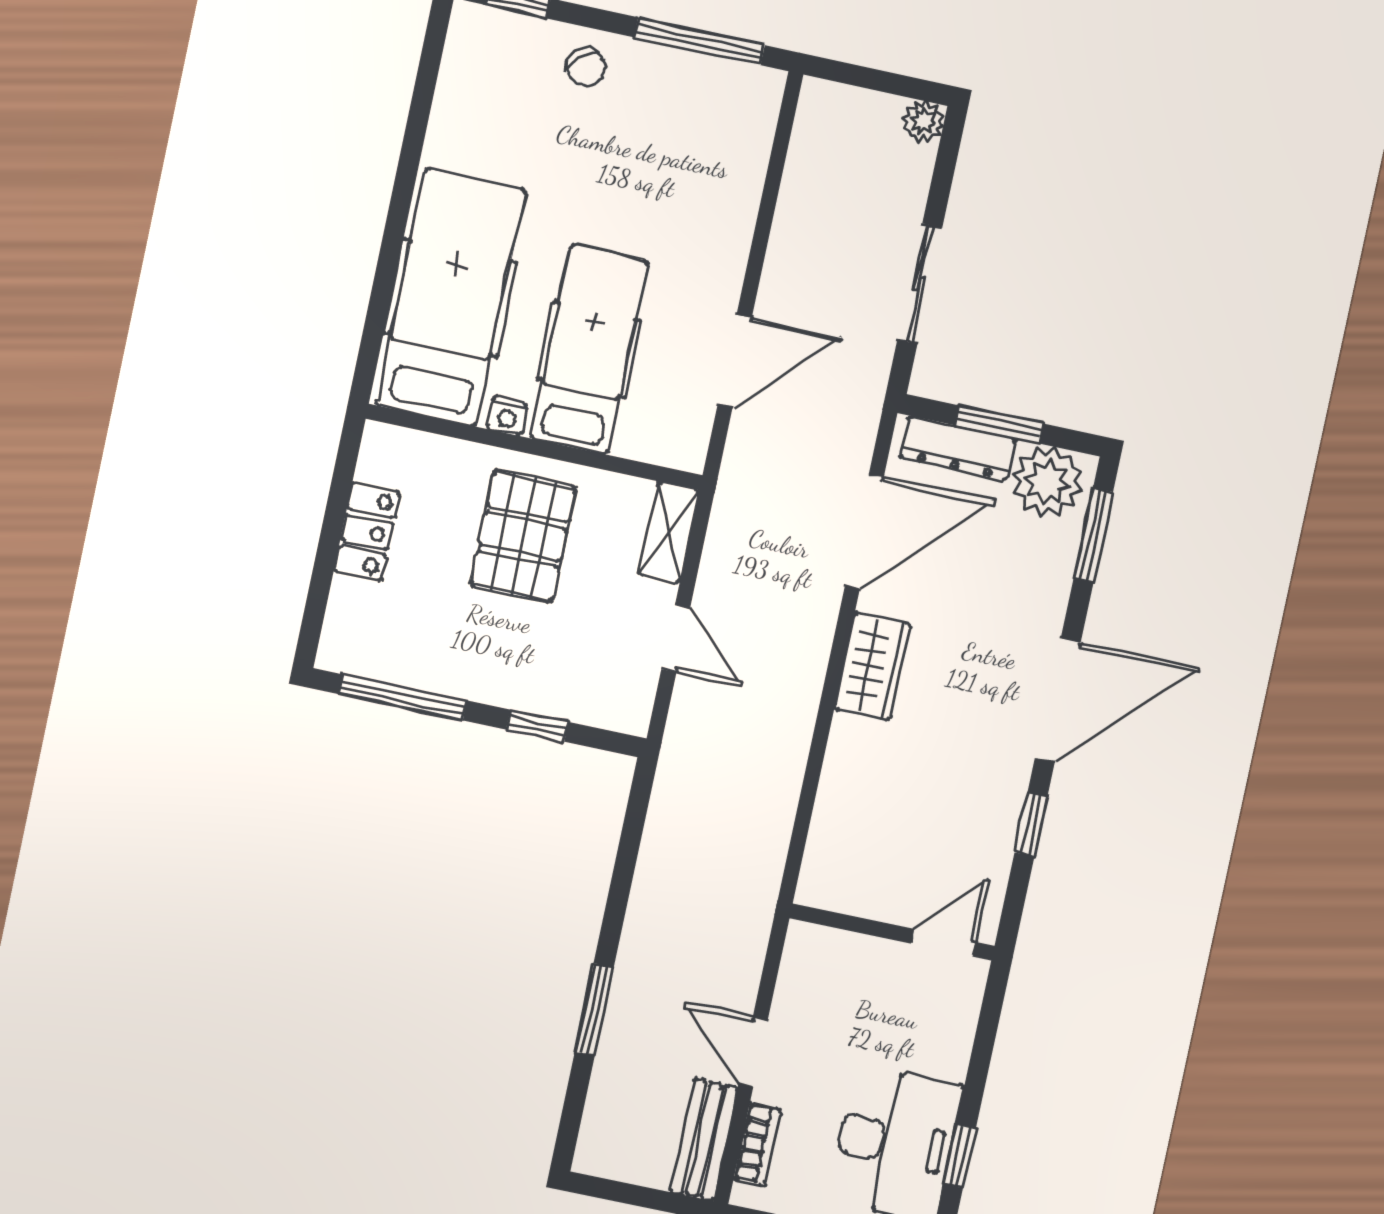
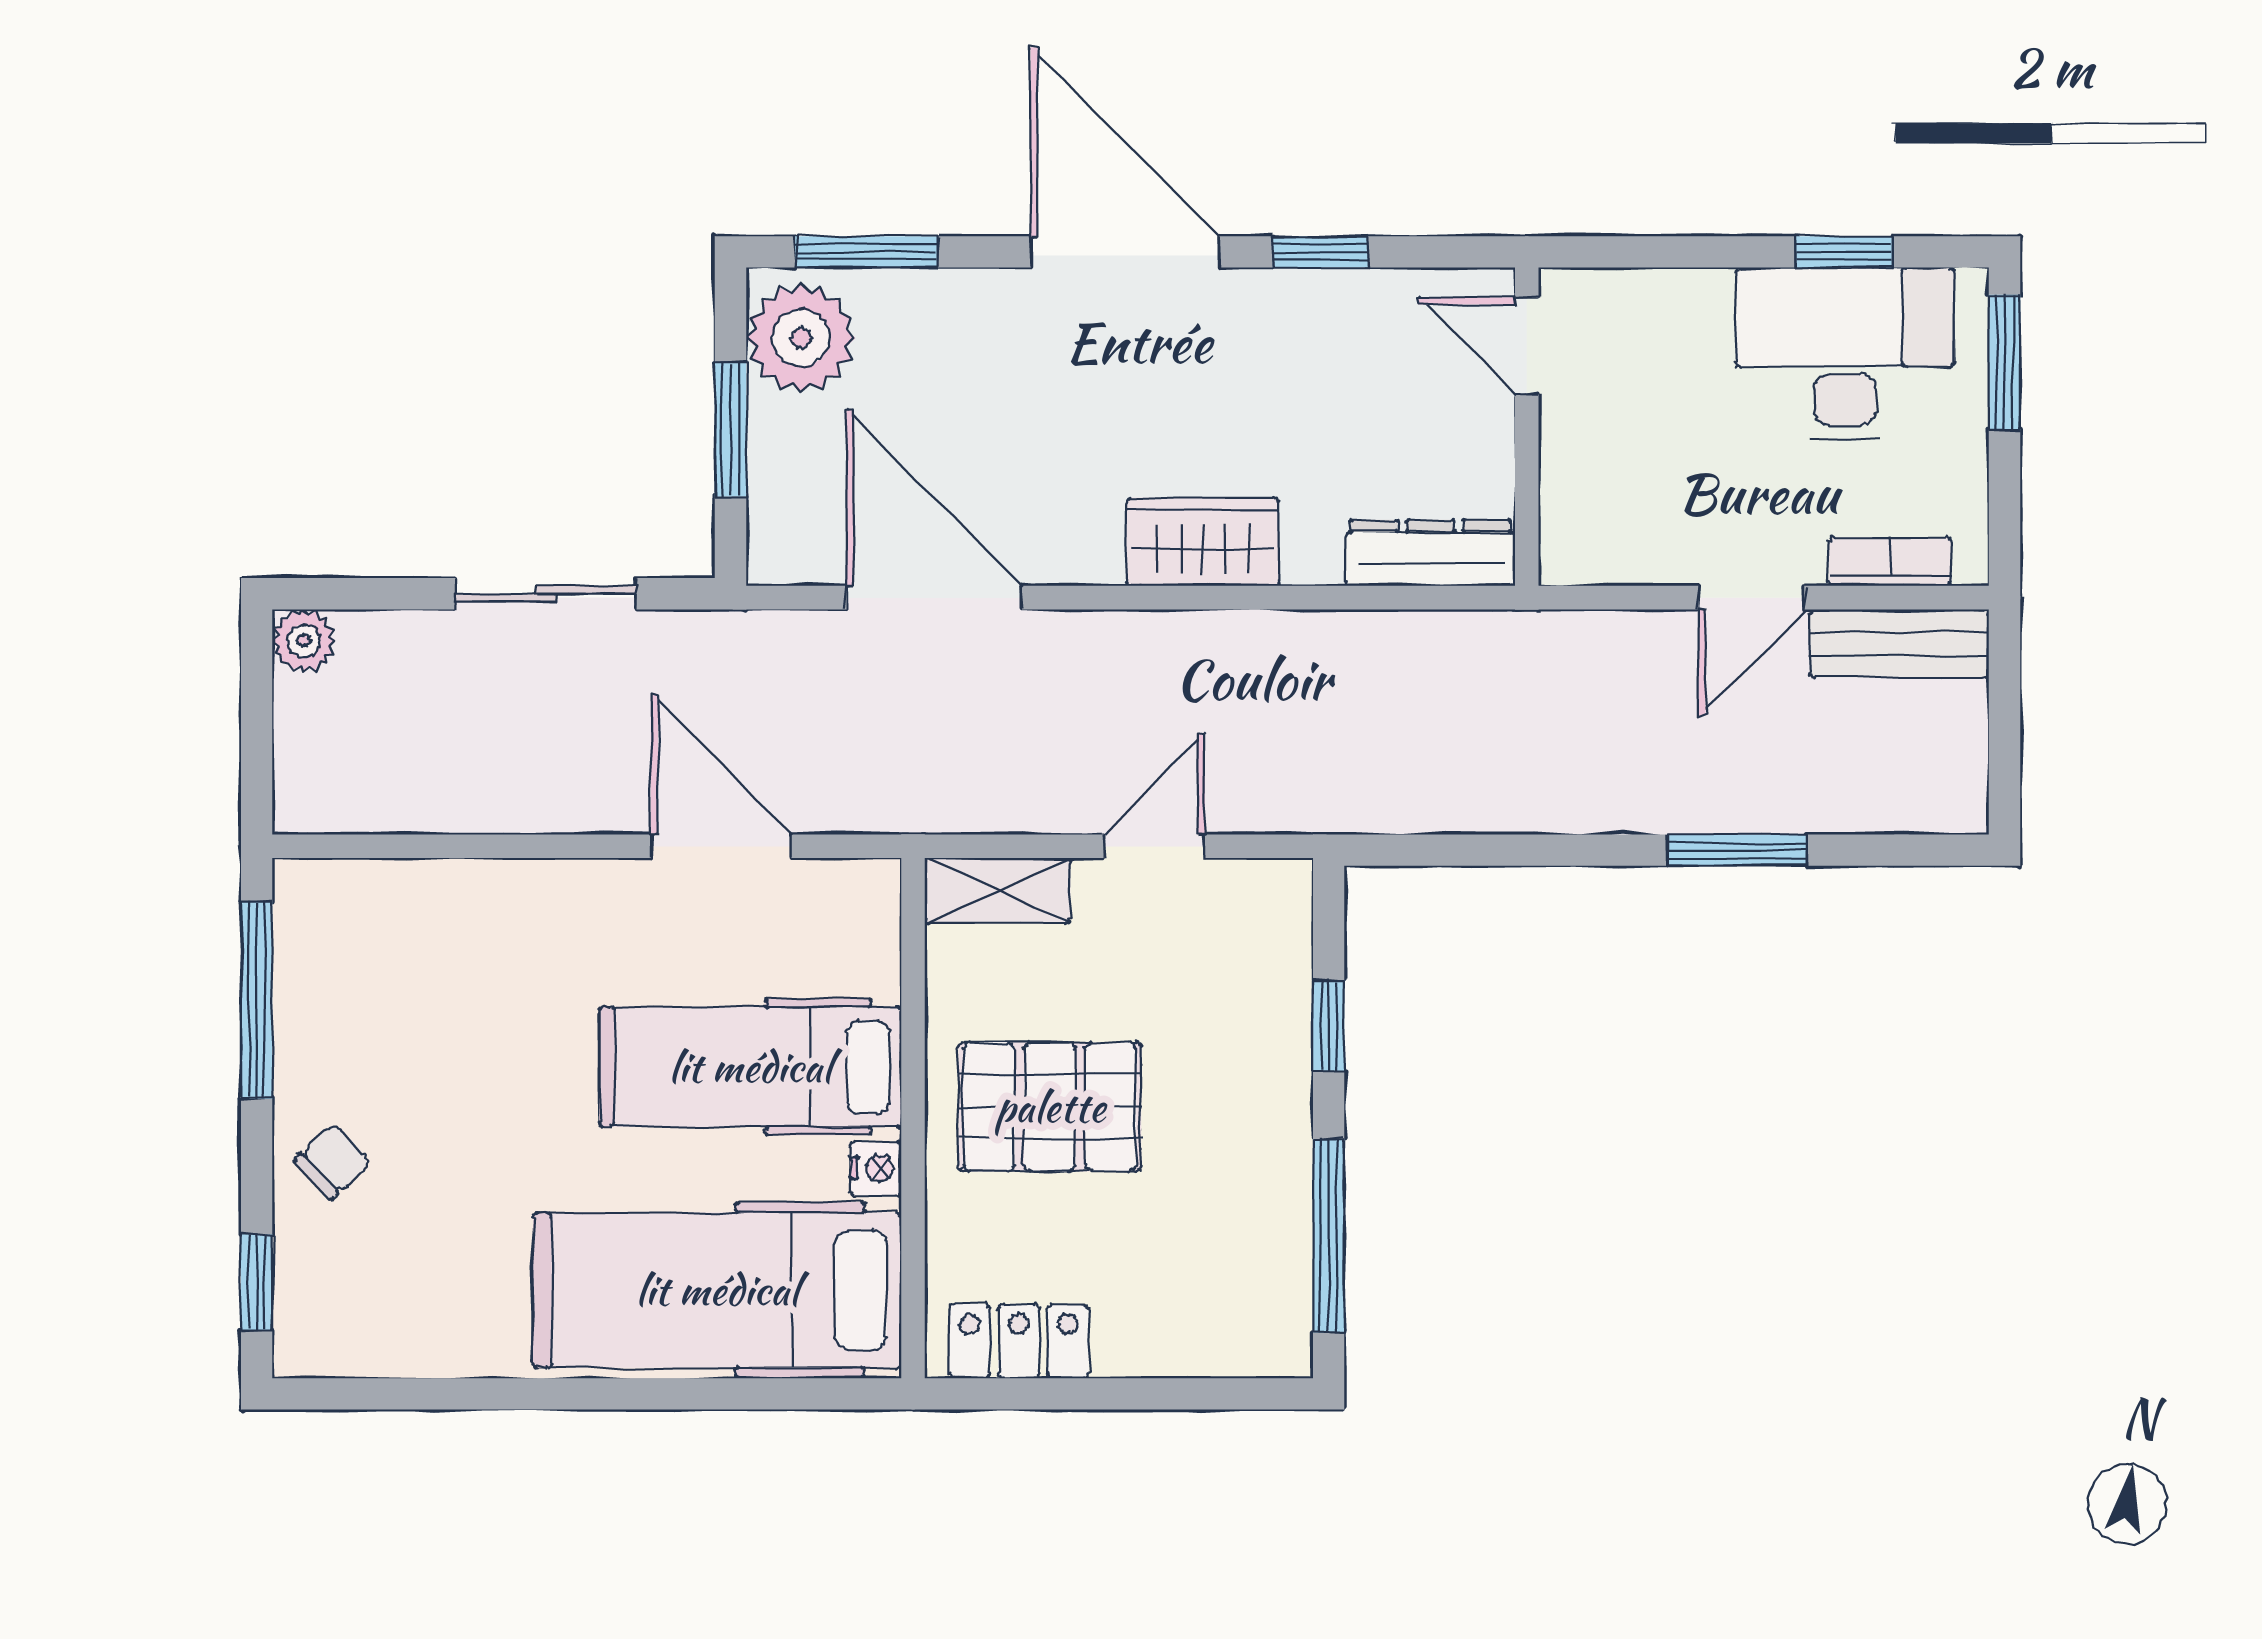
dresser: (958, 448) -> (1430, 553), moved, turned -90
locker: (367, 532) -> (1019, 1341), moved
wardrobe: (873, 666) -> (1203, 542), moved

